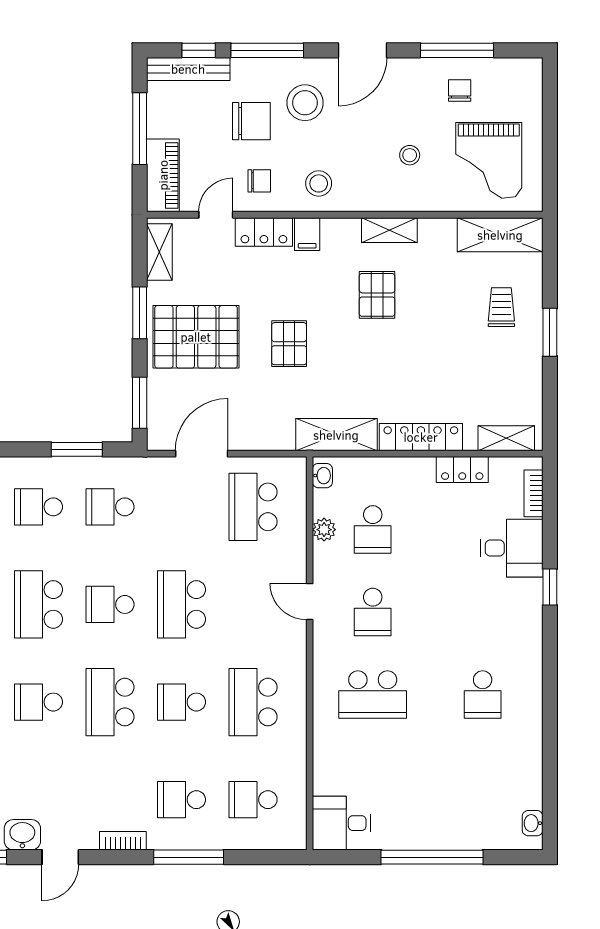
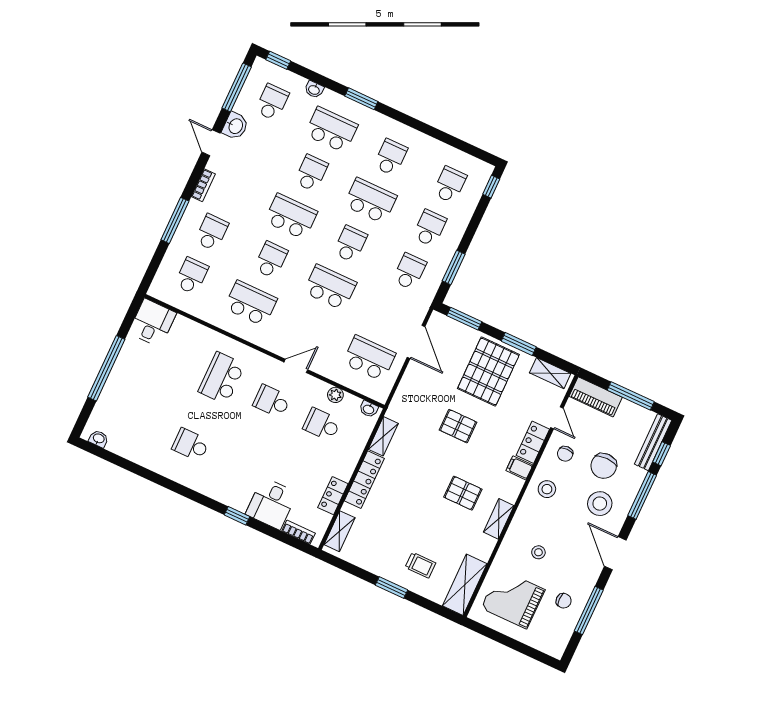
shelving: (336, 435) -> (383, 436), width x0.67, depth x0.75

